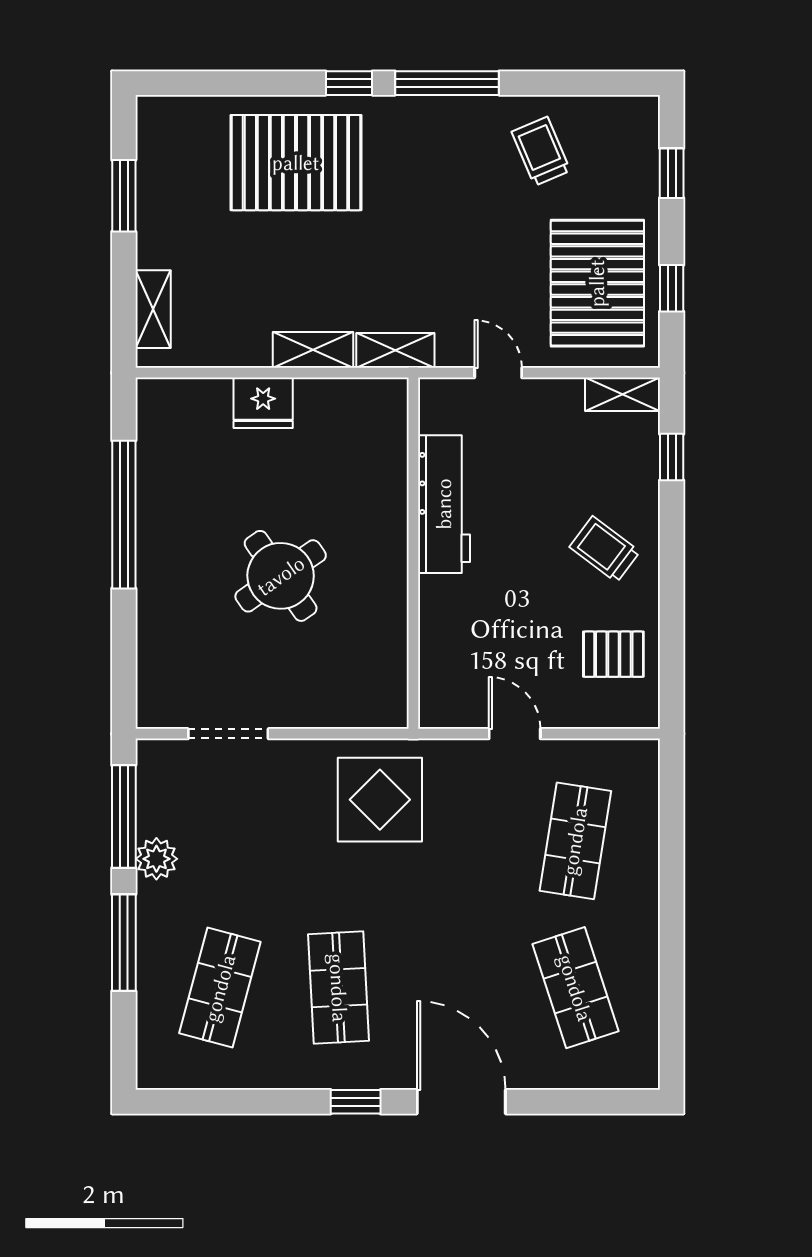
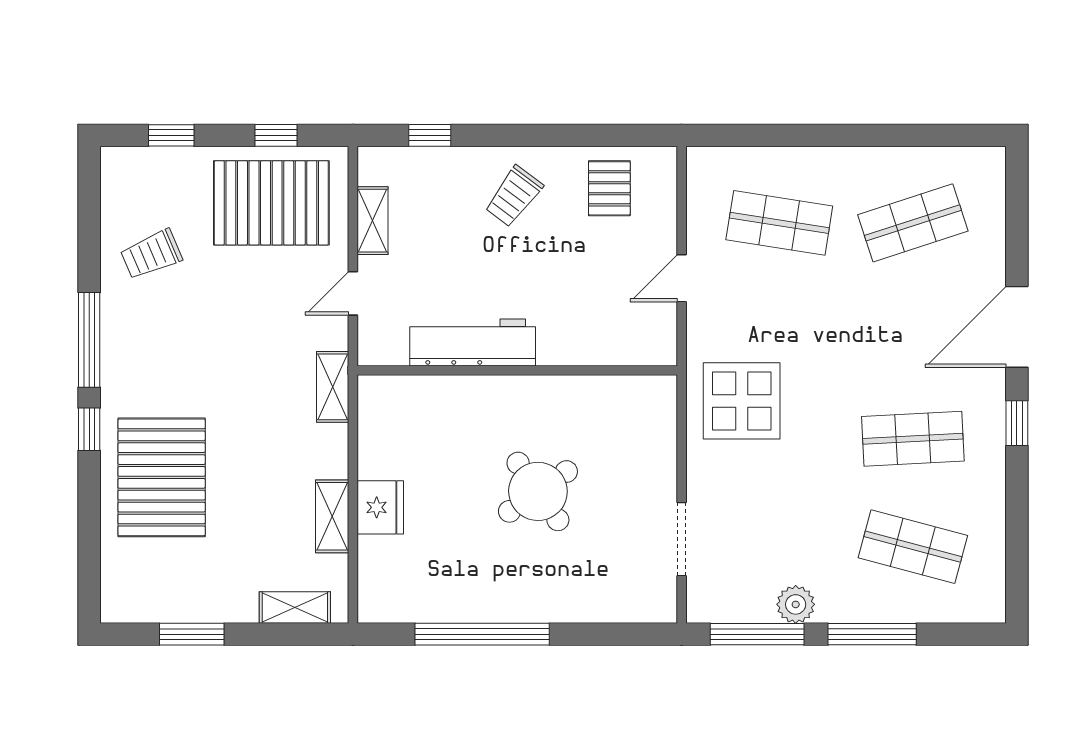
shelving: (313, 350) -> (332, 516), moved
shelving: (622, 394) -> (372, 221), moved

